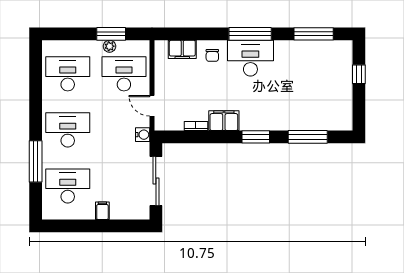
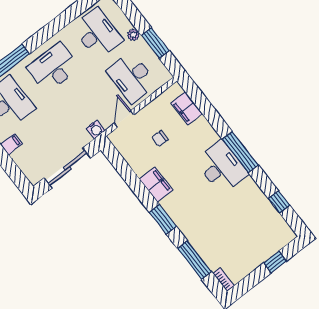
window: (314, 34) -> (279, 202), width x0.46
plant: (110, 46) -> (133, 35), moved
chair: (212, 55) -> (160, 139), moved
desk: (124, 74) -> (132, 77), turned 180
bookcase: (196, 126) -> (223, 280), moved
desk: (68, 130) -> (54, 68), turned -90

